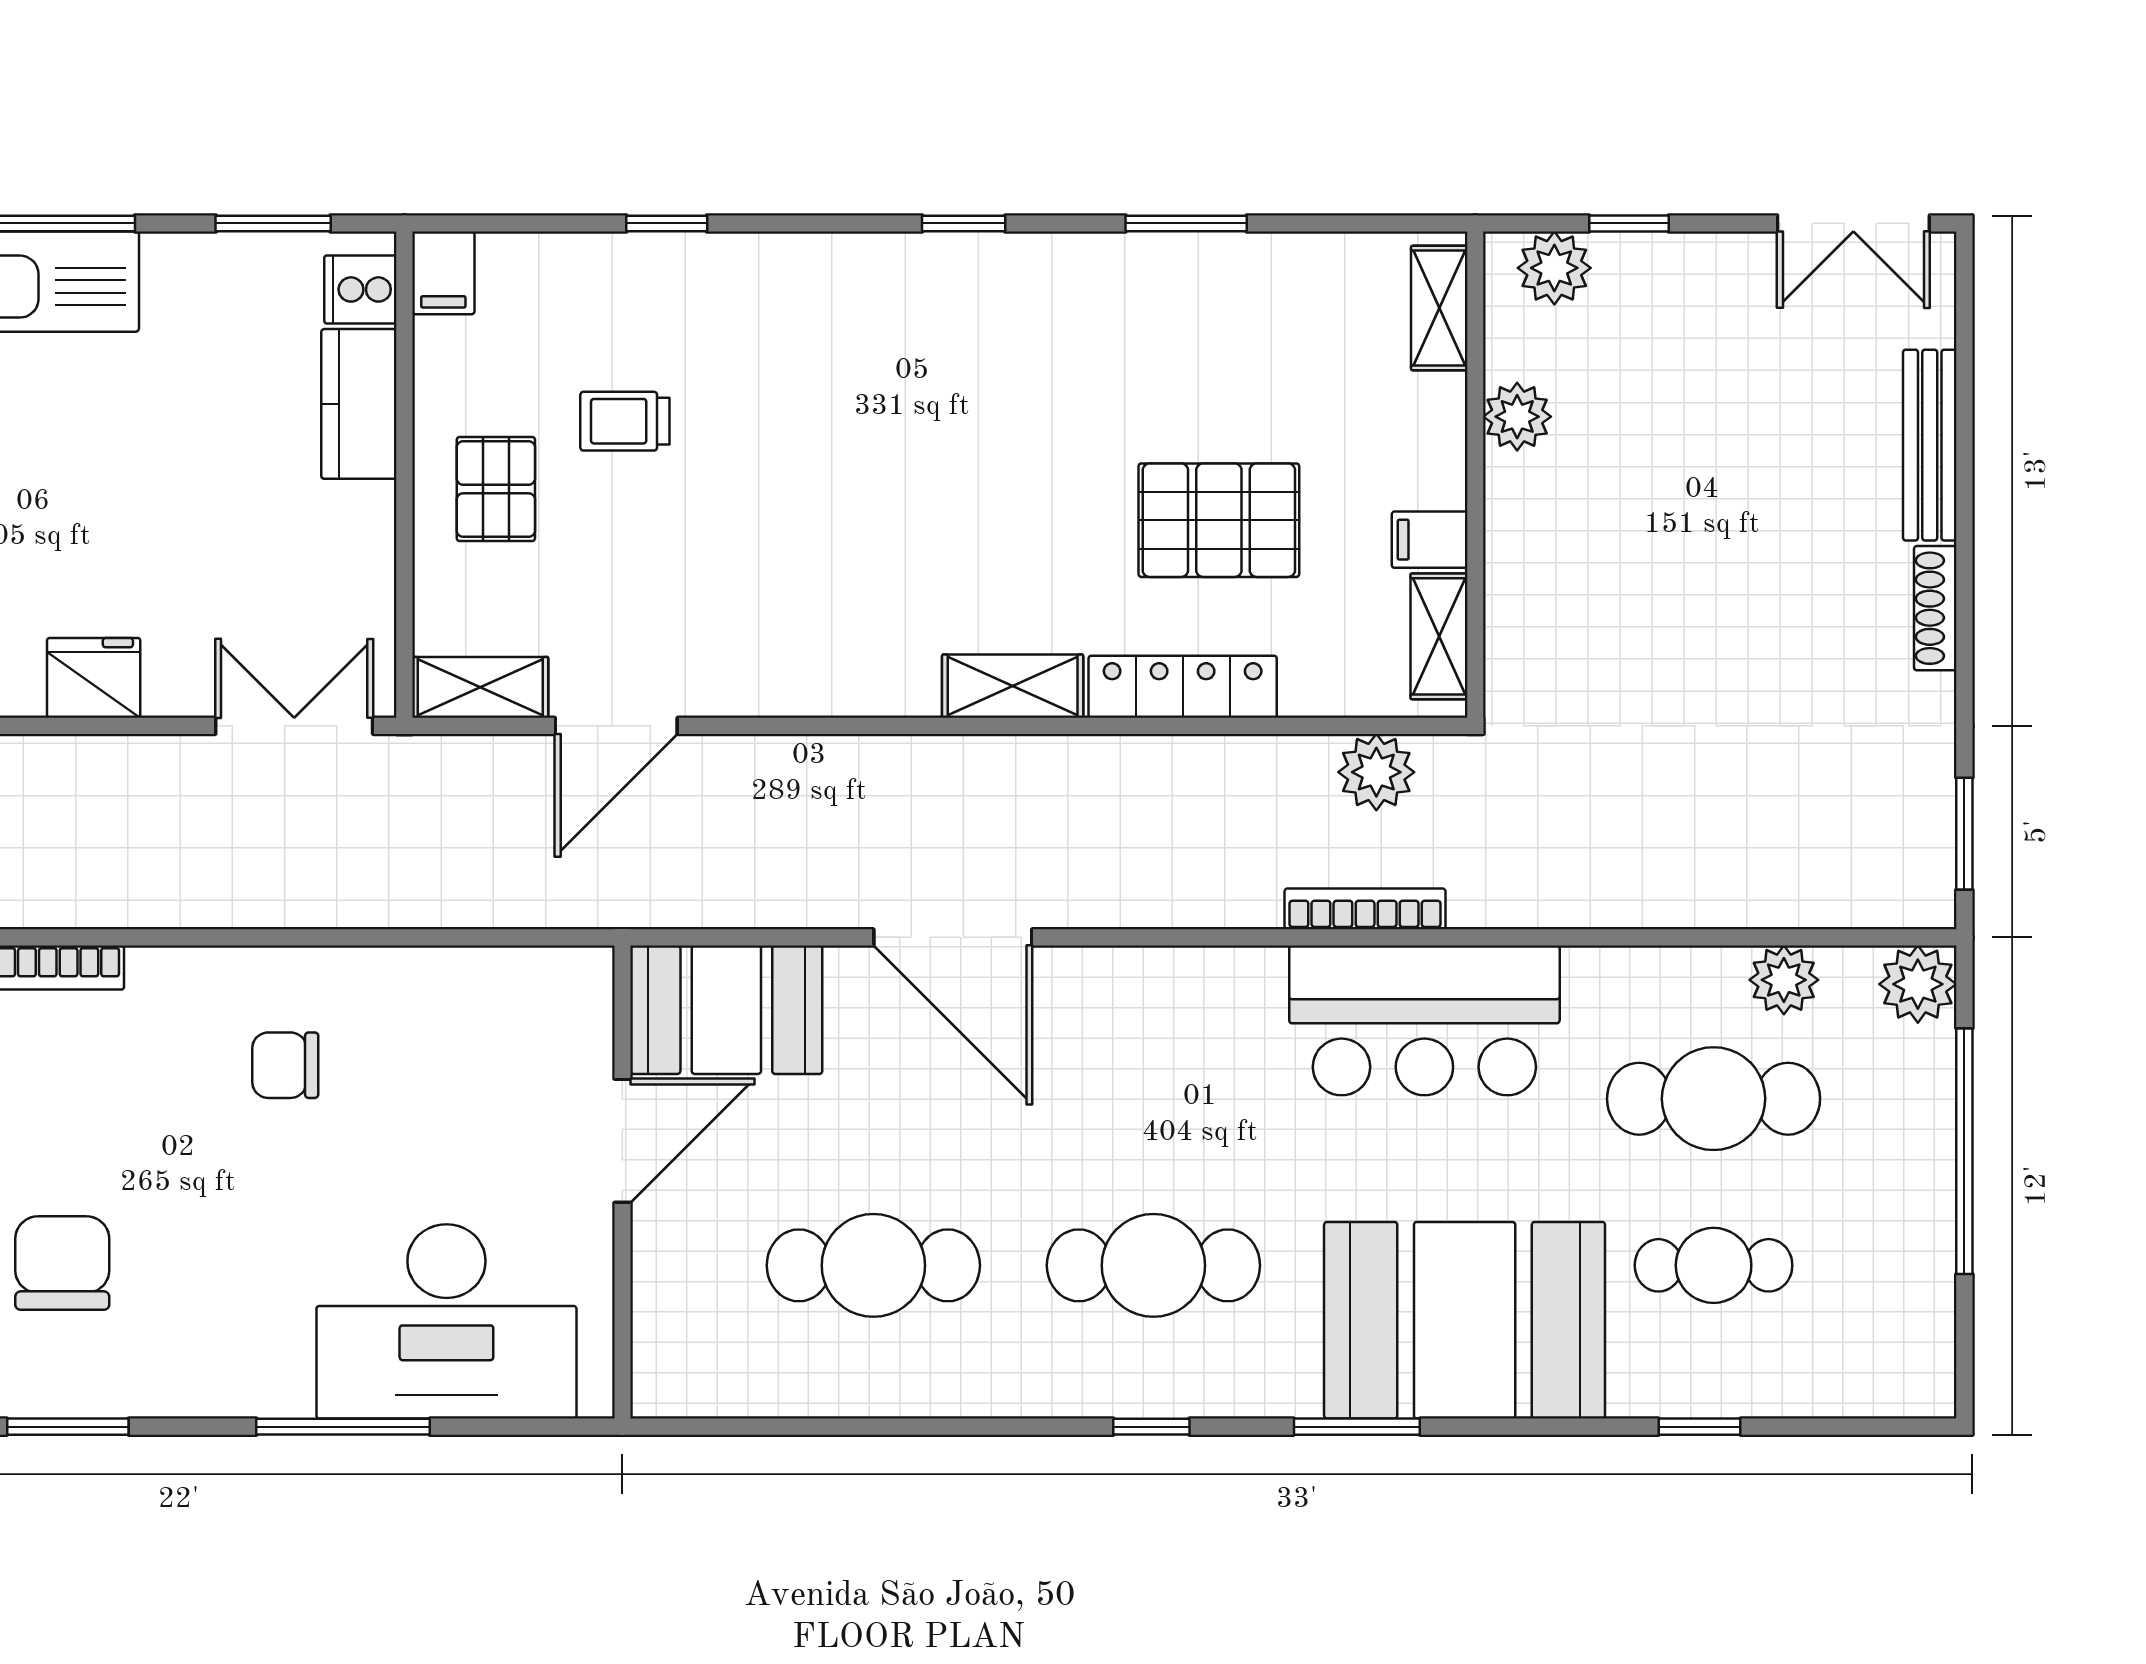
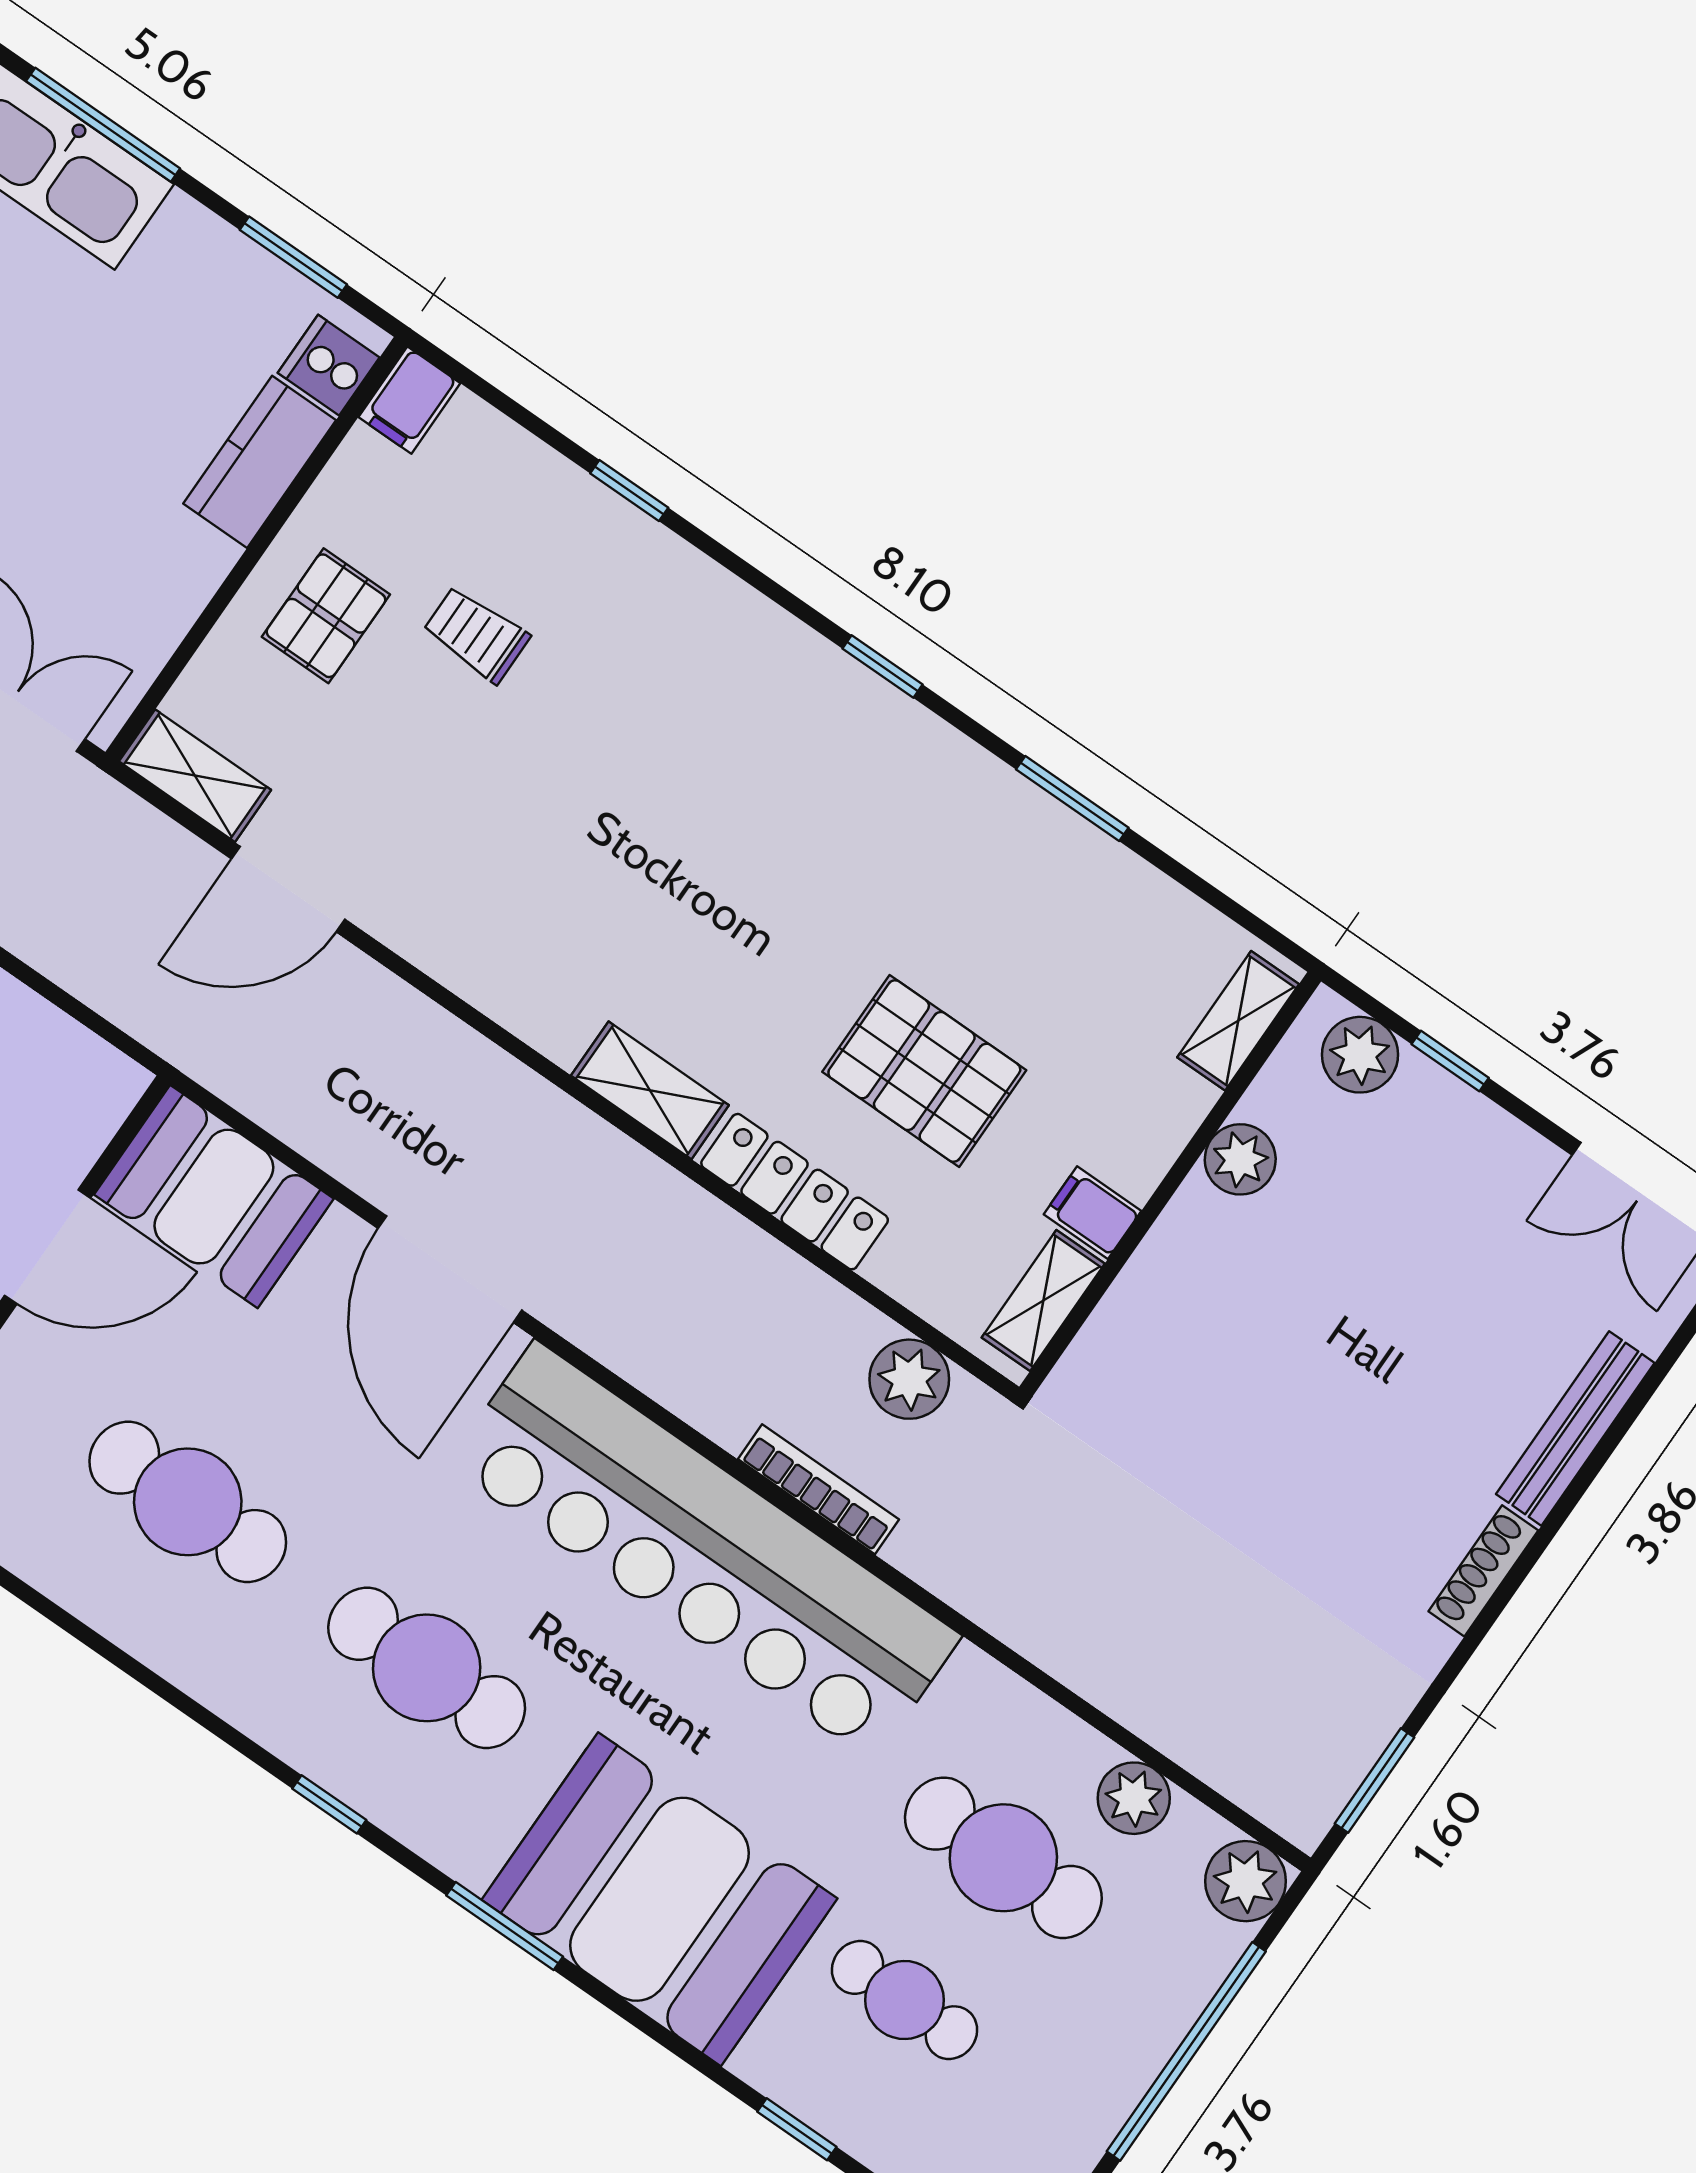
bar counter: (1424, 1020) -> (704, 1551), width x1.86

